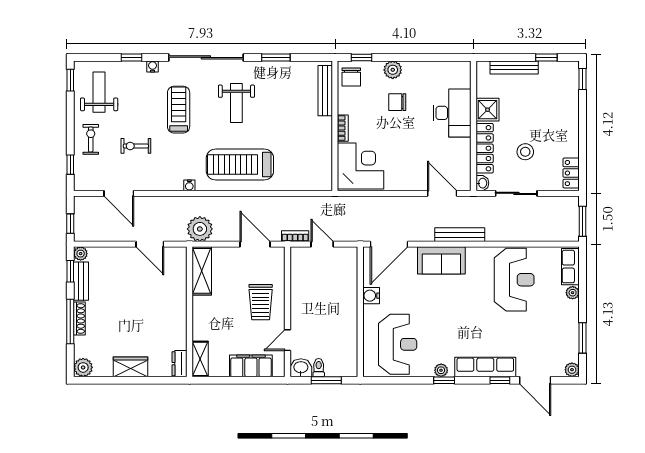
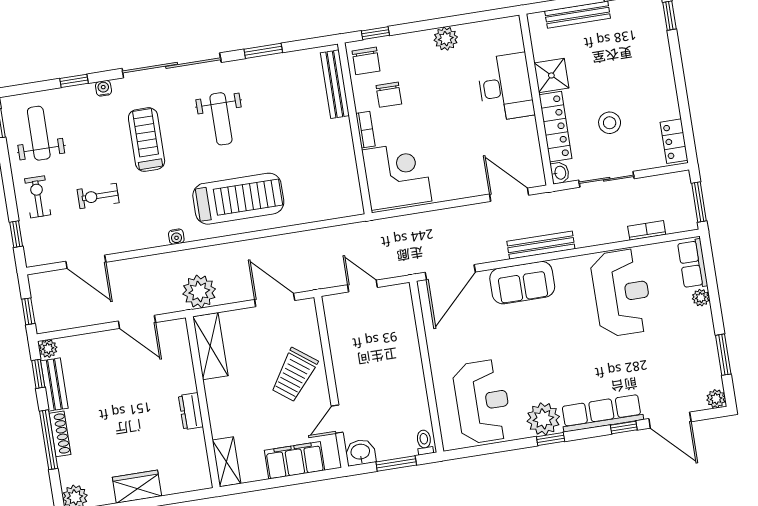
plant: (393, 70) -> (446, 39), moved
chair: (397, 102) -> (389, 95), moved, turned -90
treadmill: (240, 164) -> (238, 199), turned 180
bookcase: (295, 236) -> (647, 230), moved
water cooler: (371, 296) -> (437, 343), removed
trolley: (261, 302) -> (294, 375), turned 37
dresser: (180, 364) -> (191, 411), moved
toilet: (319, 368) -> (424, 442), moved
plant: (441, 370) -> (543, 419), width x1.88, depth x1.88

